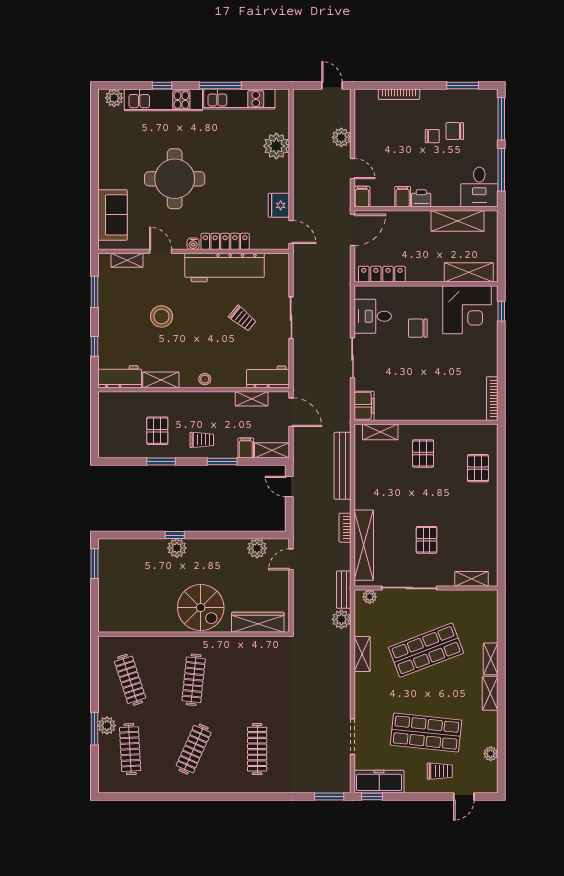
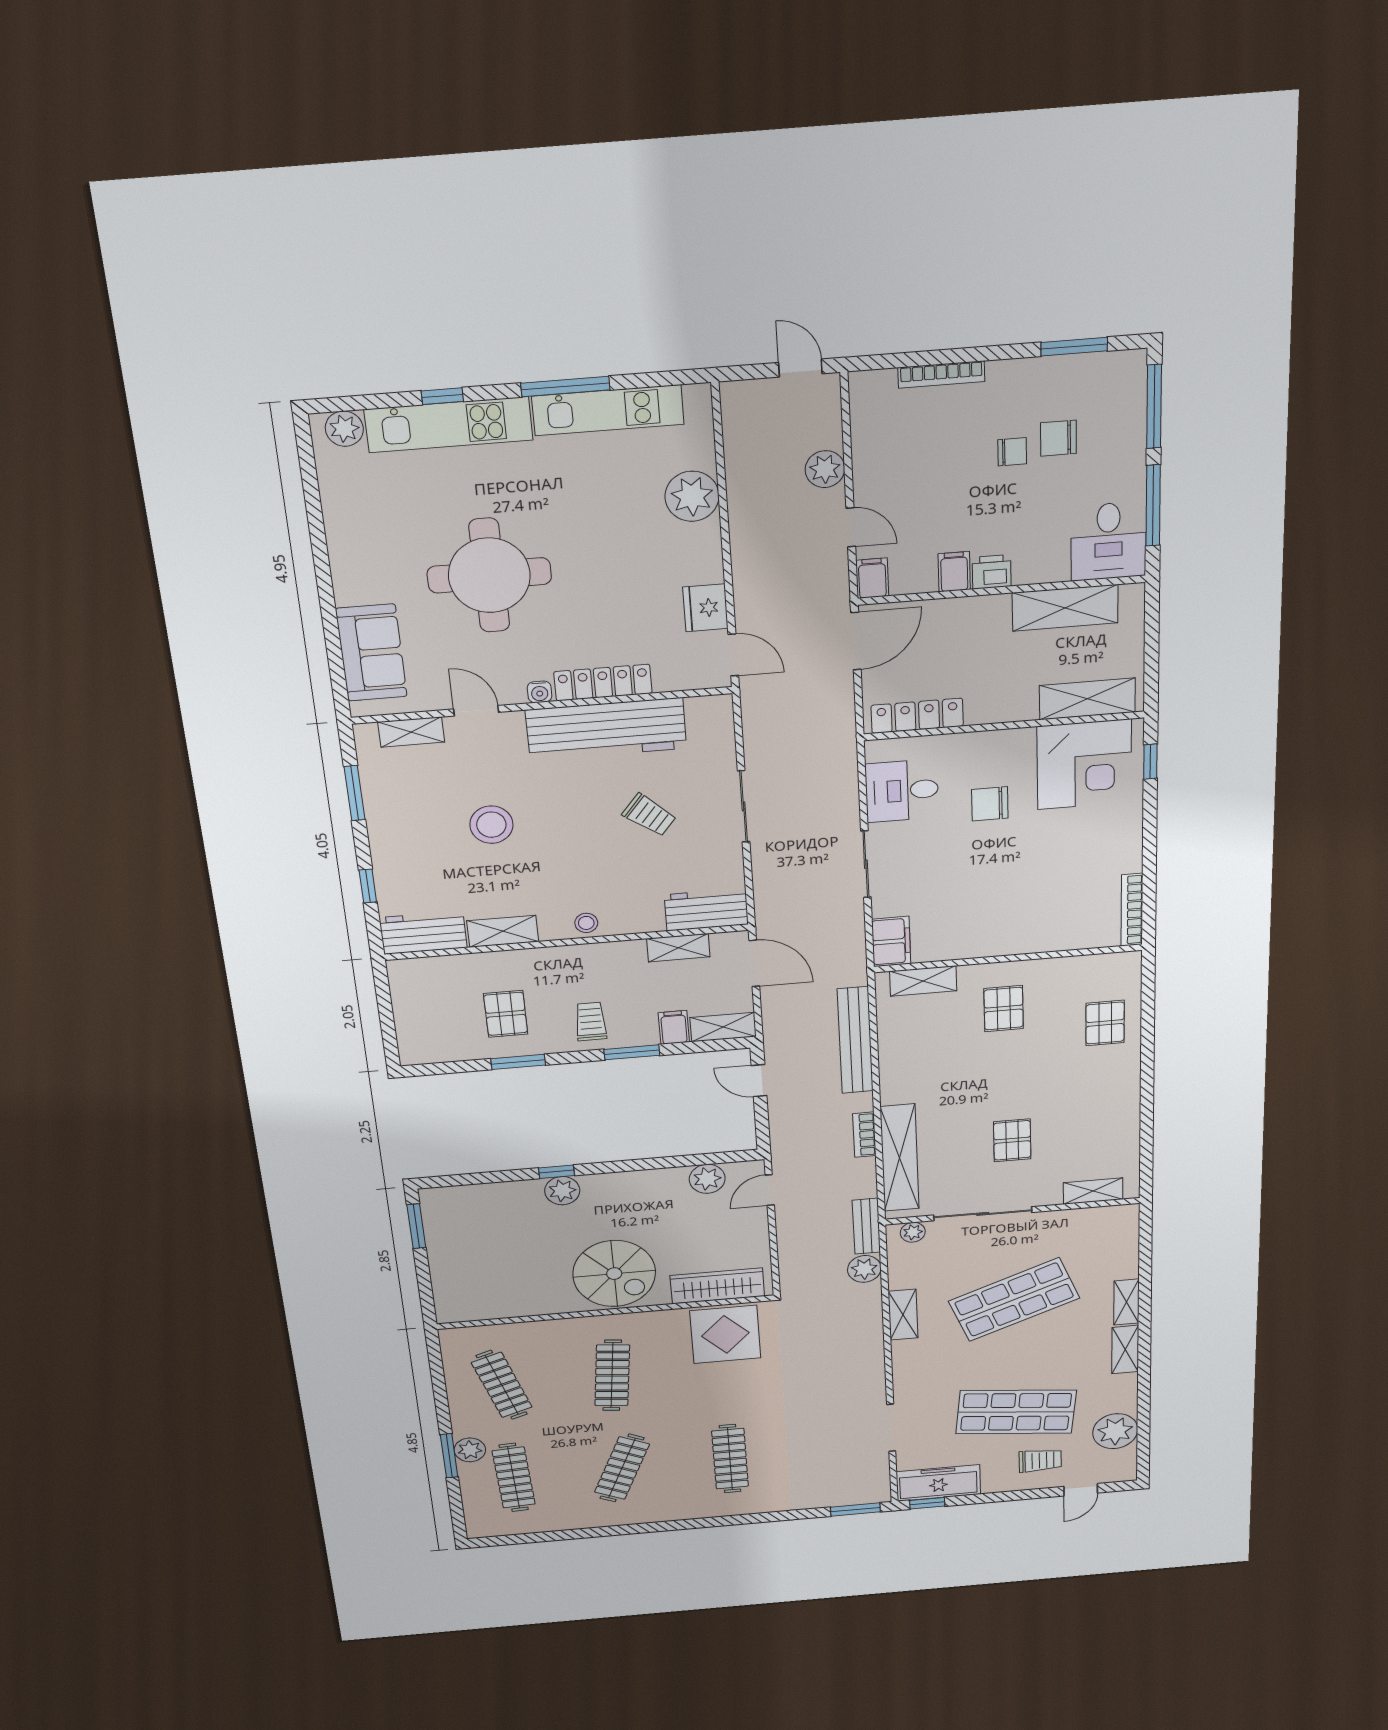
trolley: (202, 440) -> (591, 1021), turned -90
display table: (260, 657) -> (725, 1334), added
plant: (491, 754) -> (1115, 1431), width x1.88, depth x1.88

